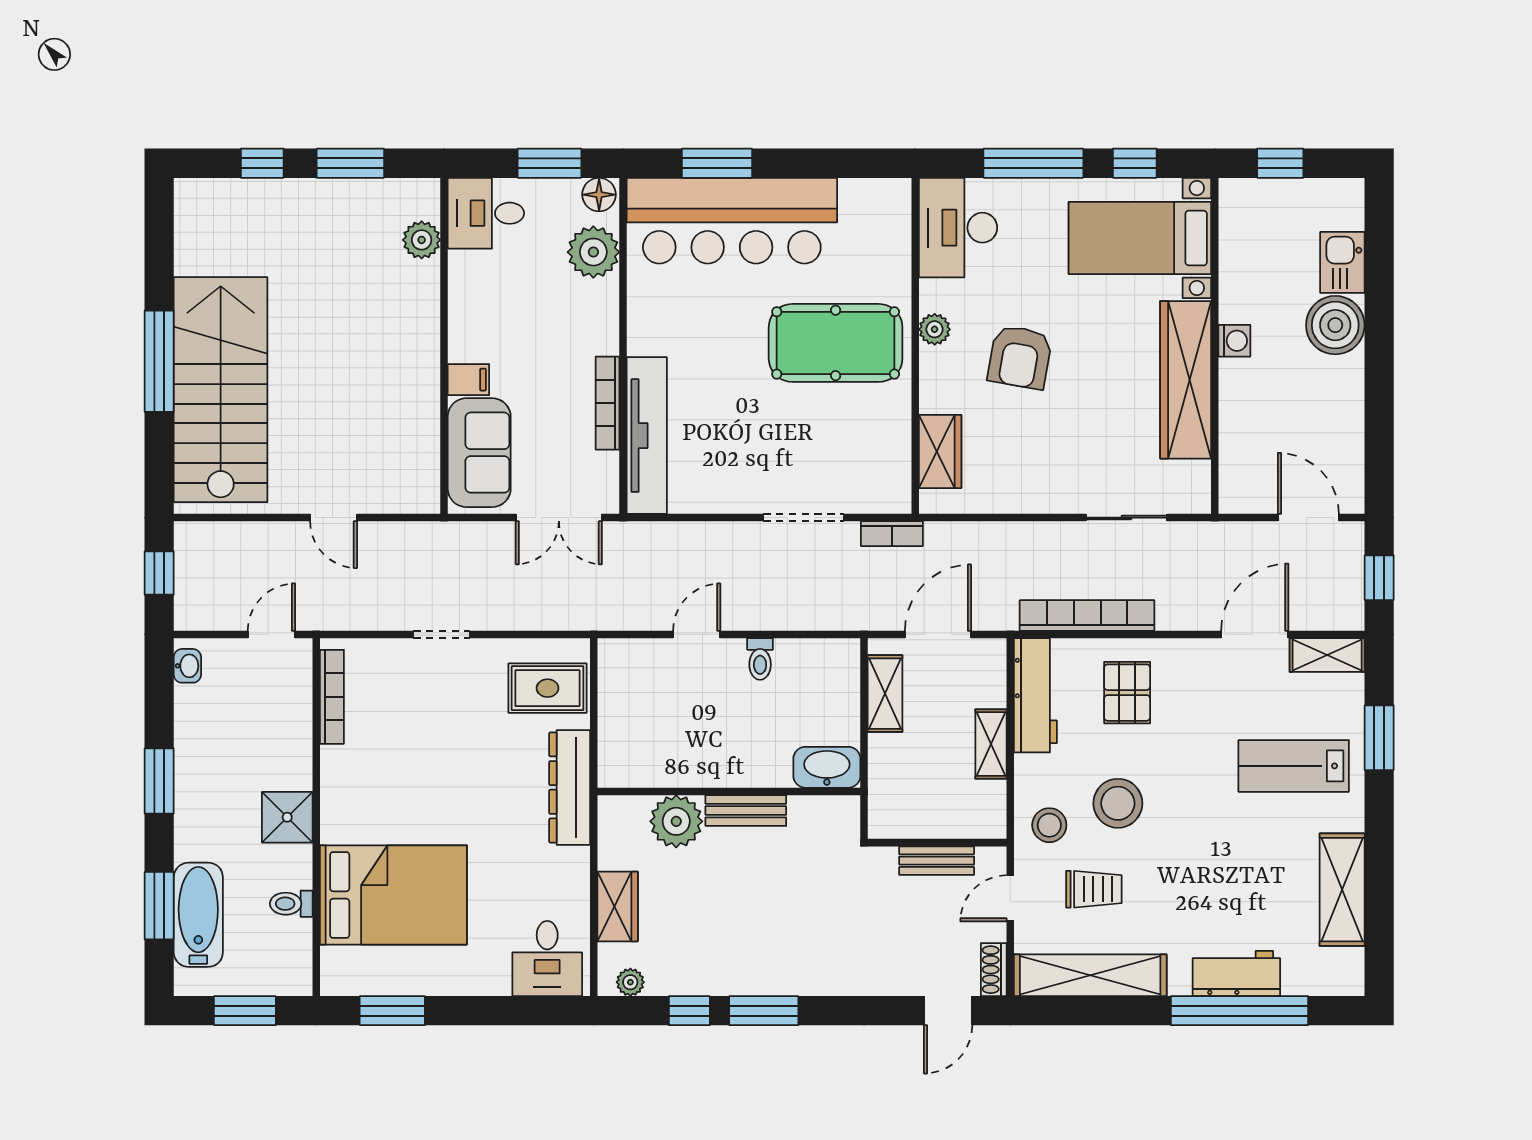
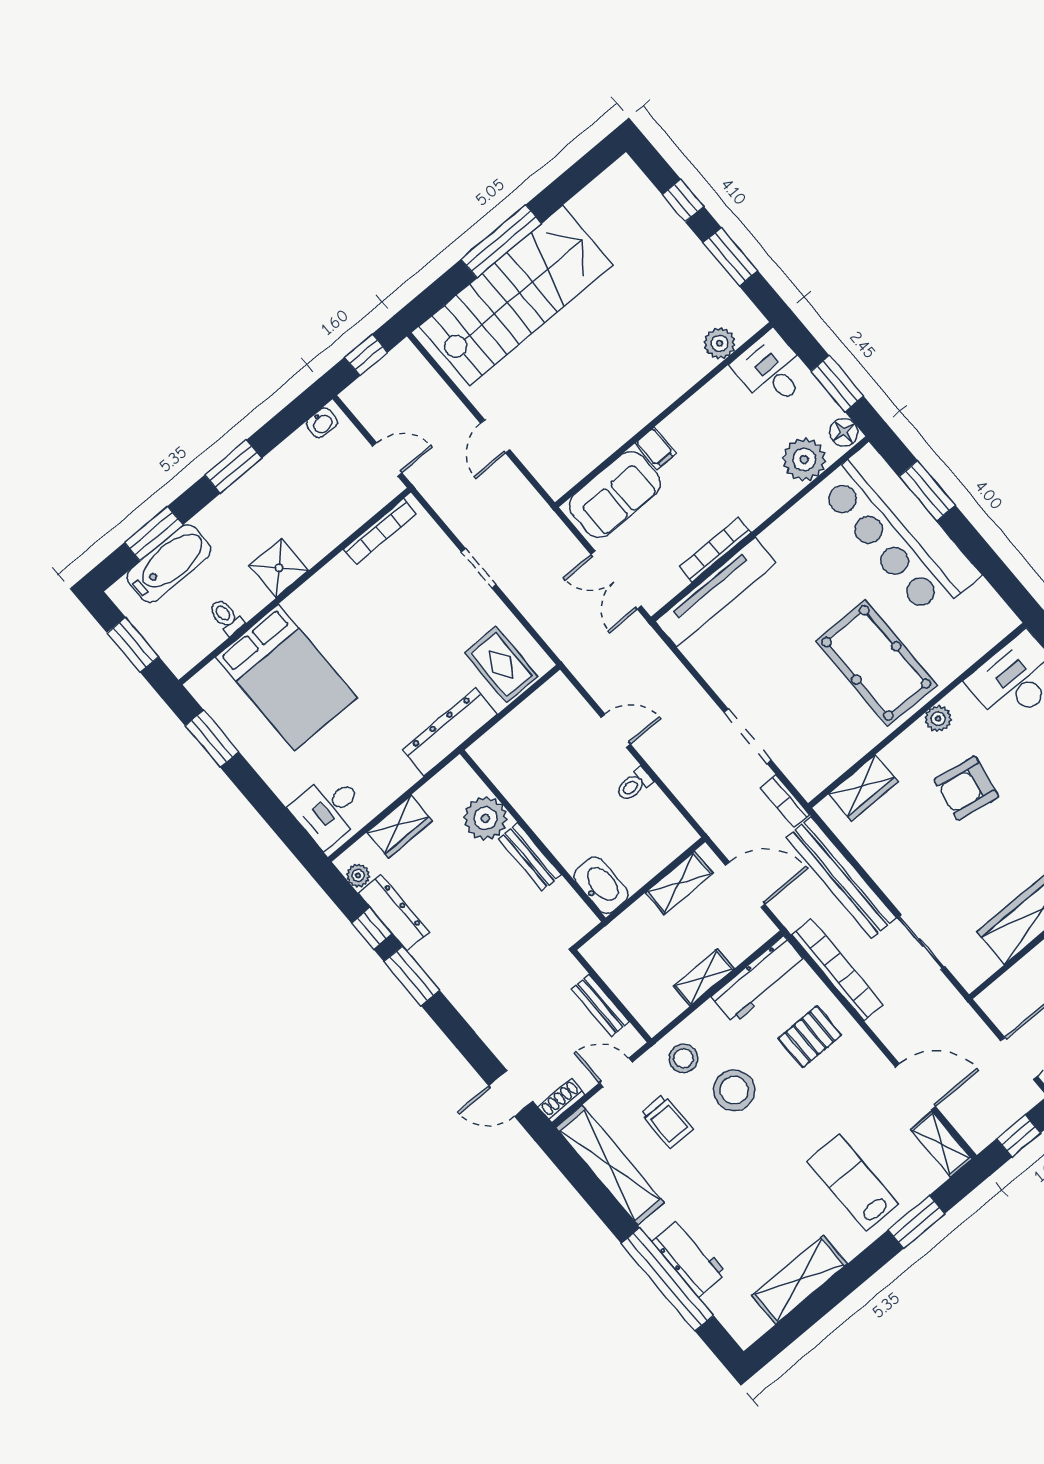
bench: (1005, 541) -> (841, 877), added
dresser: (692, 978) -> (394, 913), added

